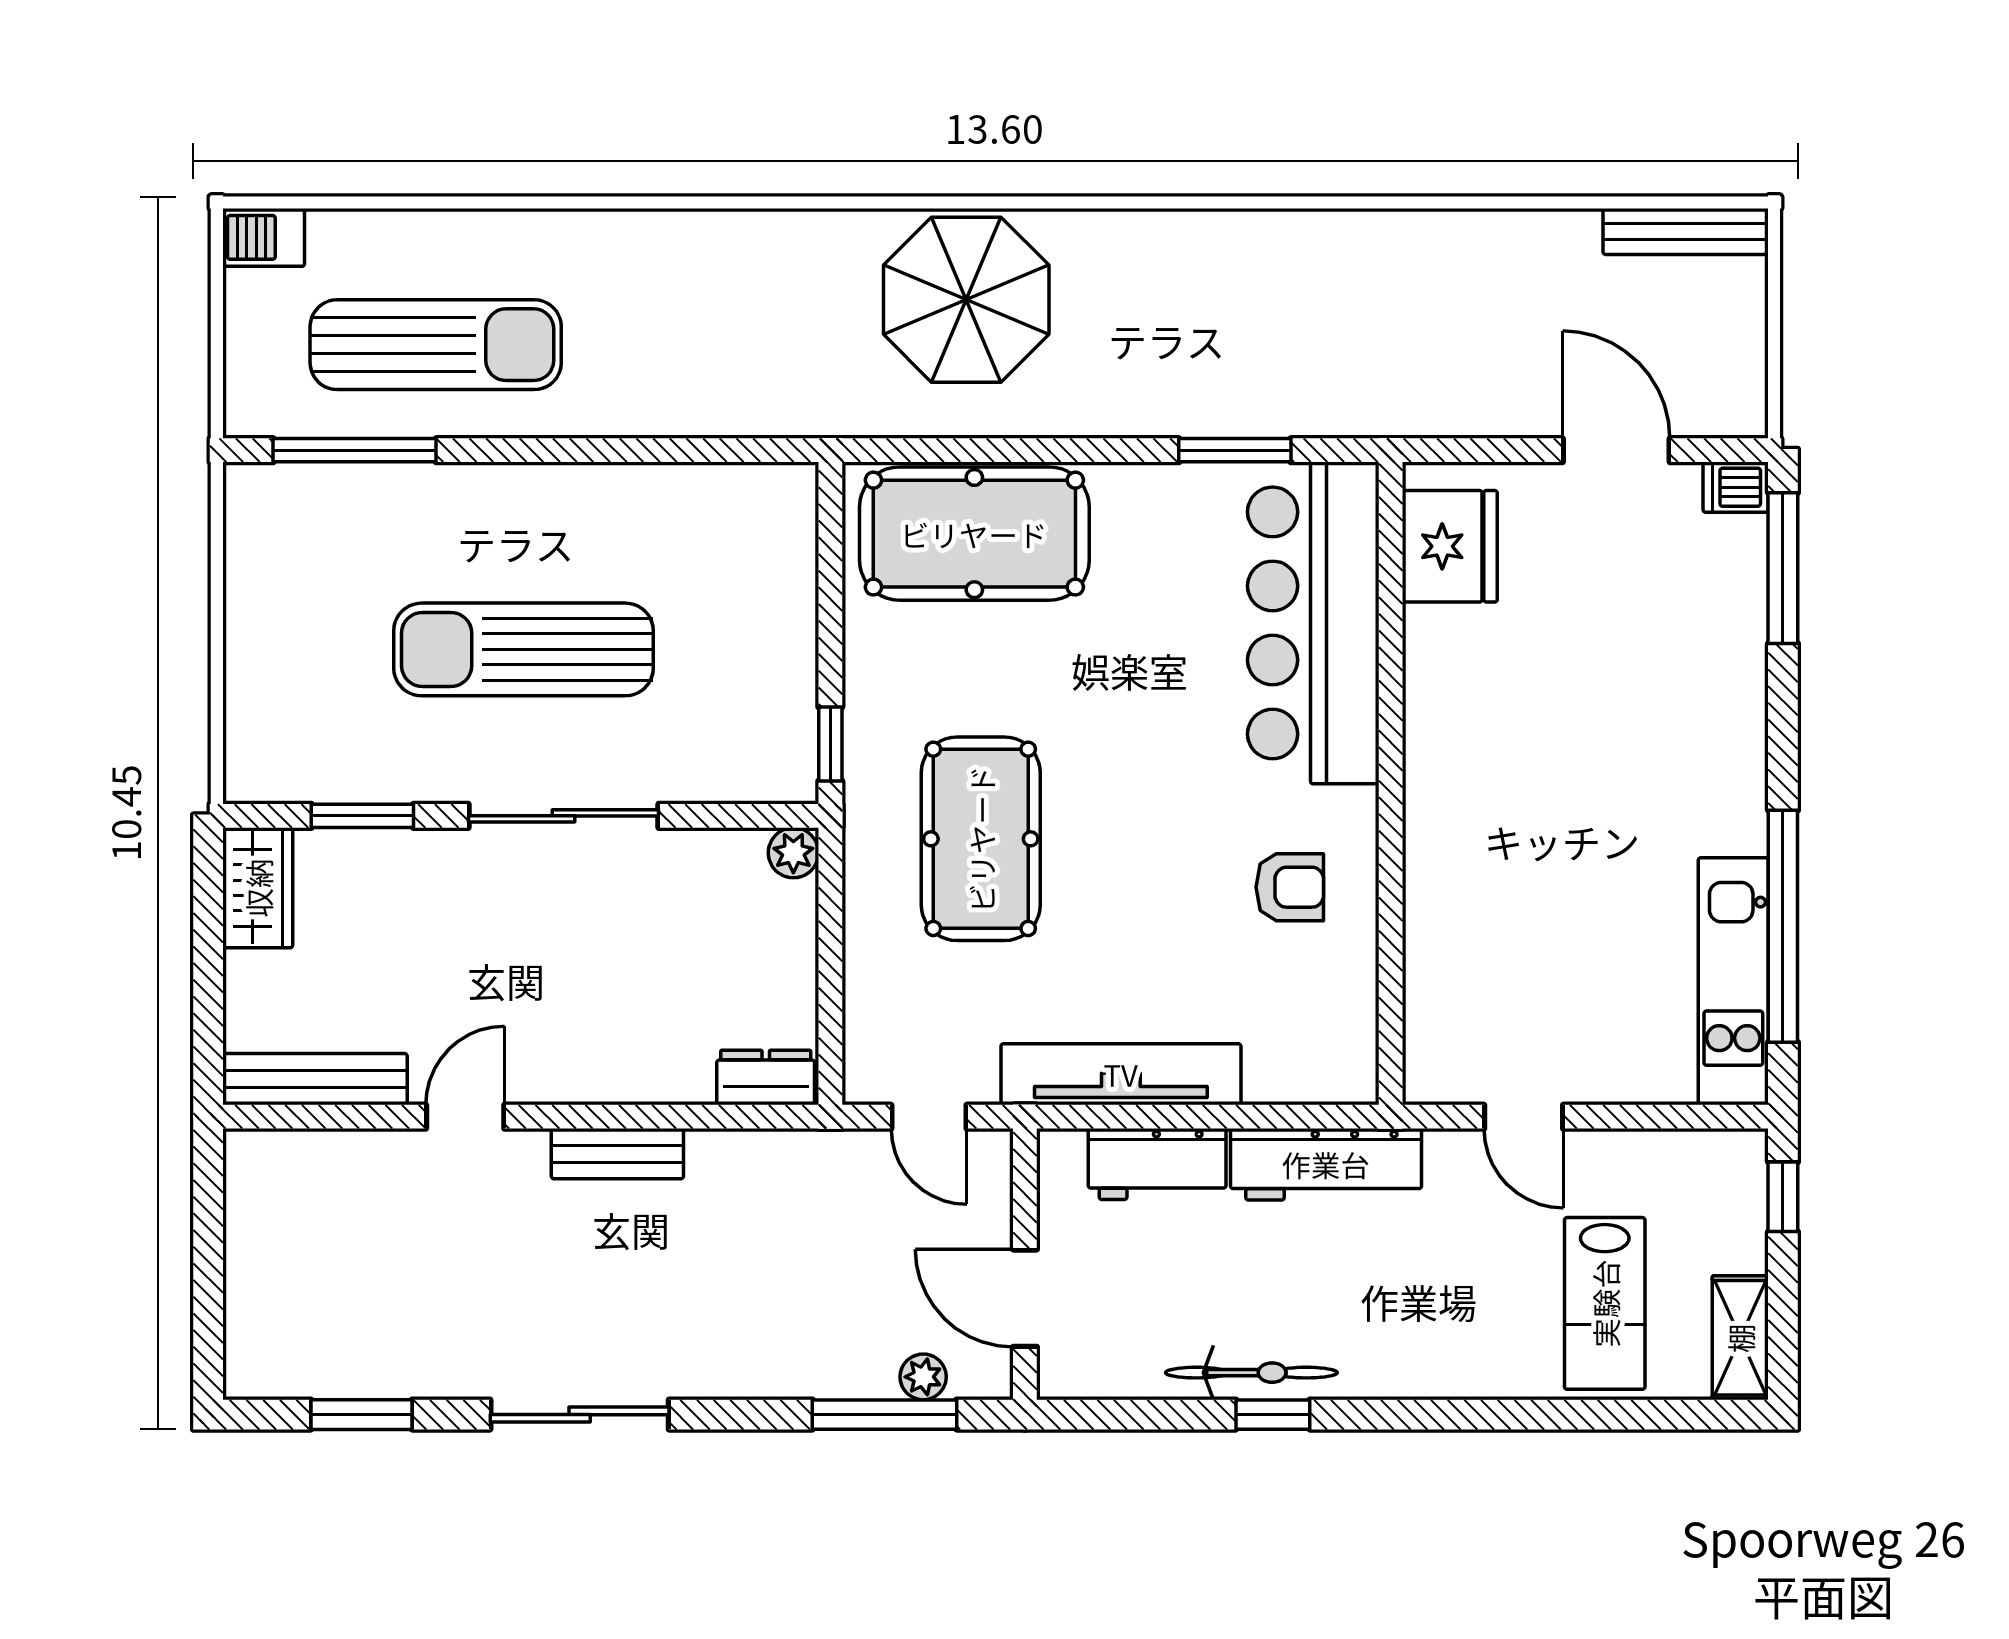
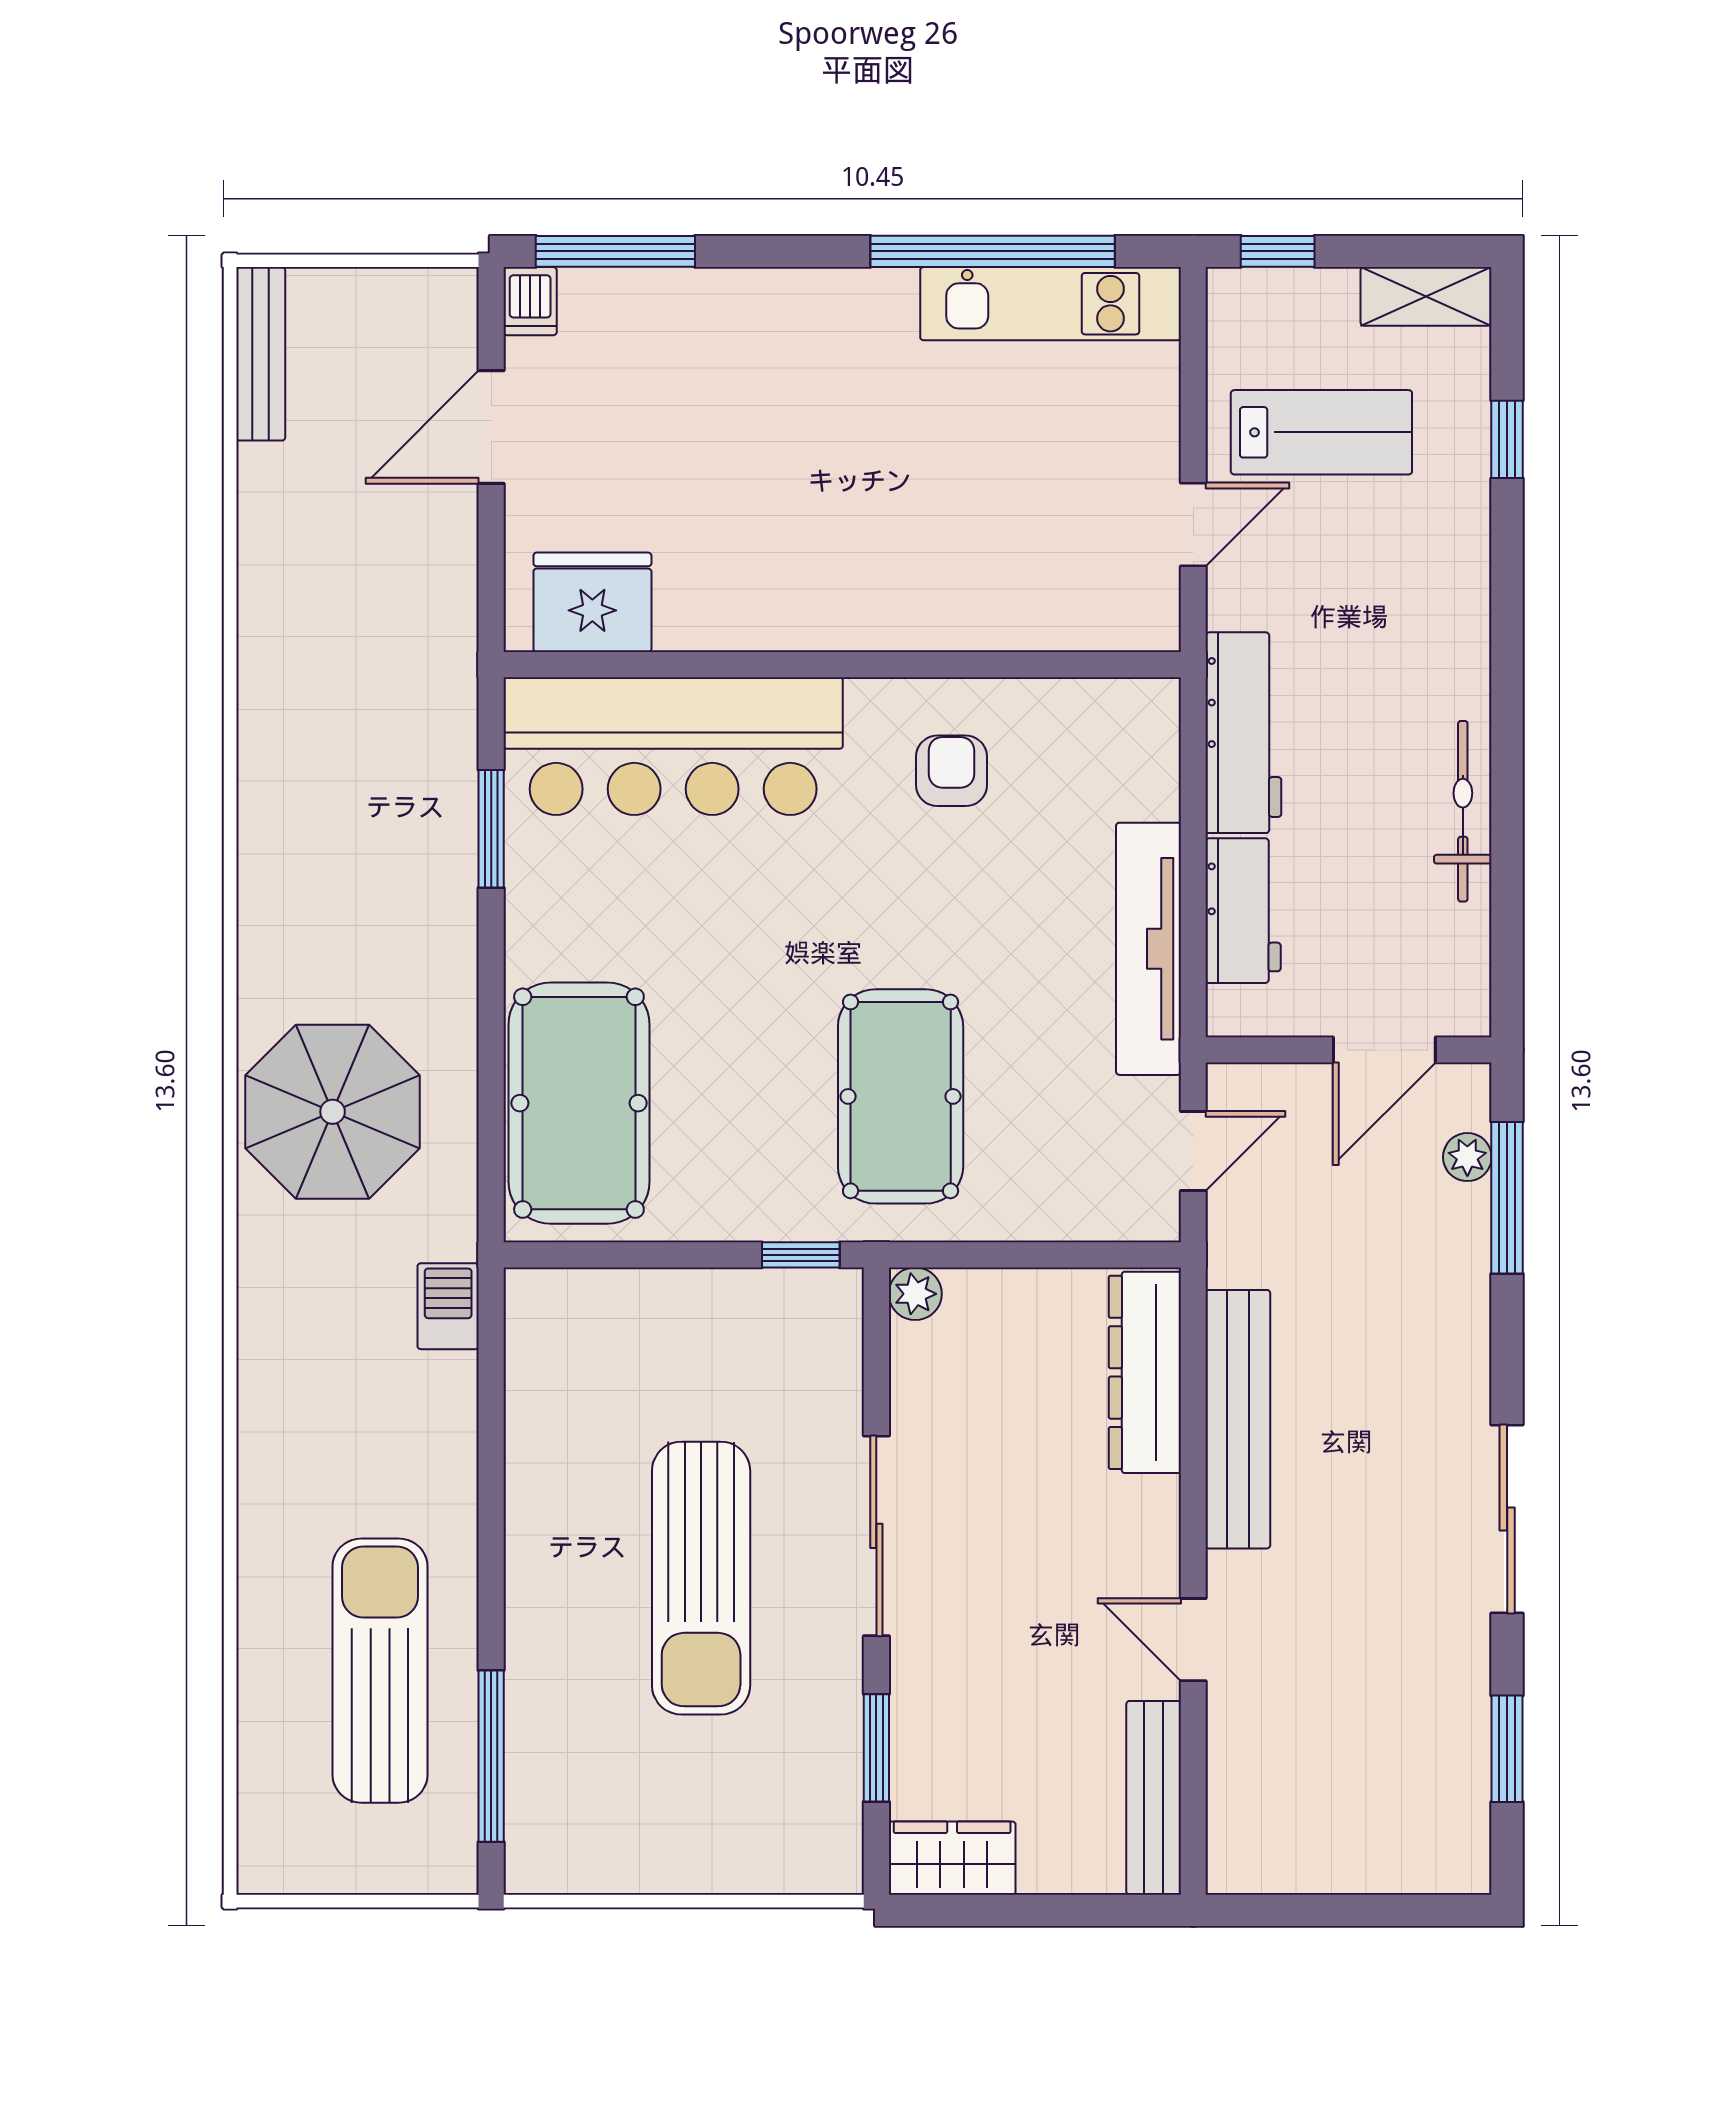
barbecue: (264, 237) -> (448, 1306), moved, turned 180
pool table: (981, 839) -> (901, 1096), turned 90
dresser: (766, 1077) -> (1145, 1372), width x1.96, depth x1.24
bench: (617, 1154) -> (1238, 1419), width x1.86, depth x1.21
lab bench: (1605, 1303) -> (1321, 432), moved
window: (1273, 1415) -> (1507, 439), moved

